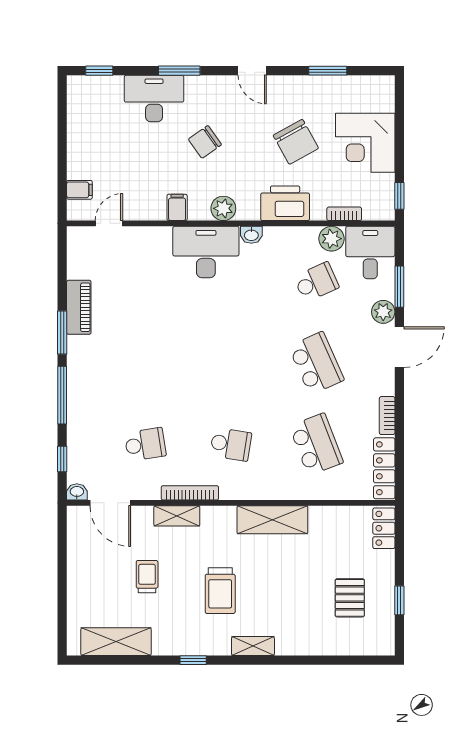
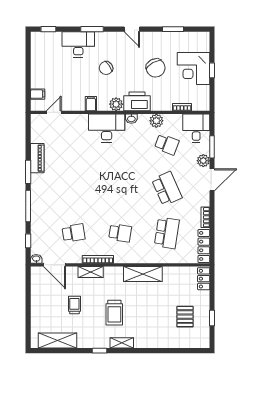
window: (399, 196) -> (212, 70), moved
printer: (285, 203) -> (137, 101), moved
plant: (331, 239) -> (156, 121), moved
school desk: (316, 282) -> (167, 144), turned 45
school desk: (316, 444) -> (167, 233), turned 30
shelving: (253, 646) -> (122, 343), moved

